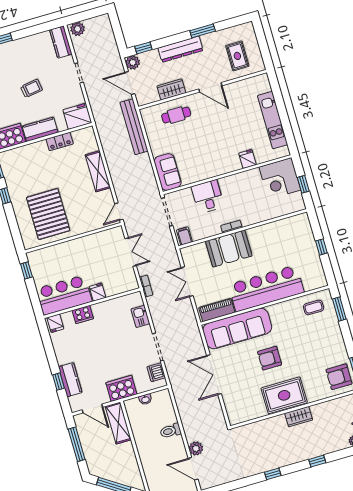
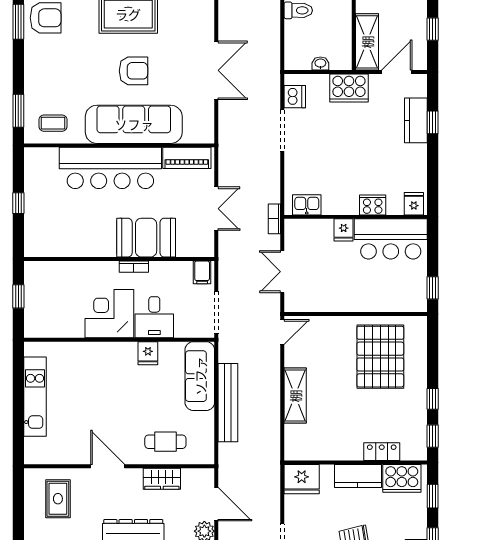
bench: (134, 127) -> (228, 403), moved
locker: (60, 141) -> (382, 452), moved
fridge: (248, 159) -> (148, 353), moved
sofa: (168, 172) -> (200, 376), width x1.36
corner desk: (280, 178) -> (109, 314), moved, turned -90
kitchen sink: (140, 316) -> (307, 205), moved, turned -90
sofa: (237, 329) -> (134, 124), moved
door: (92, 408) -> (397, 72), hinge flipped
window: (77, 444) -> (433, 29), width x0.46

